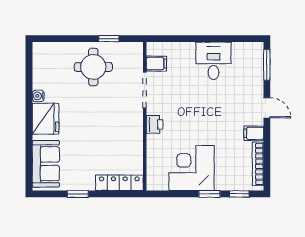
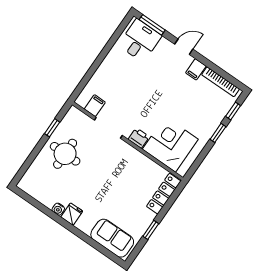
desk: (213, 61) -> (140, 41), moved, turned 90
fridge: (46, 119) -> (72, 214), width x0.53, depth x0.75
corner desk: (191, 168) -> (170, 144), moved, turned 90

